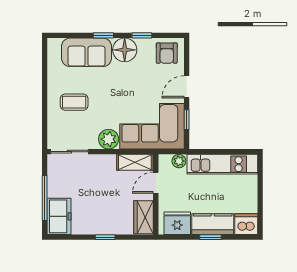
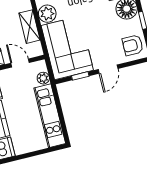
door: (187, 87) -> (108, 69), swing flipped
shelving: (135, 162) -> (29, 27), moved

